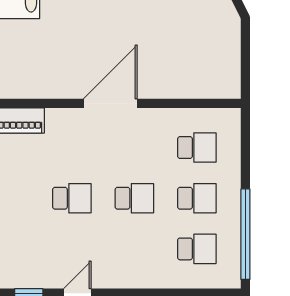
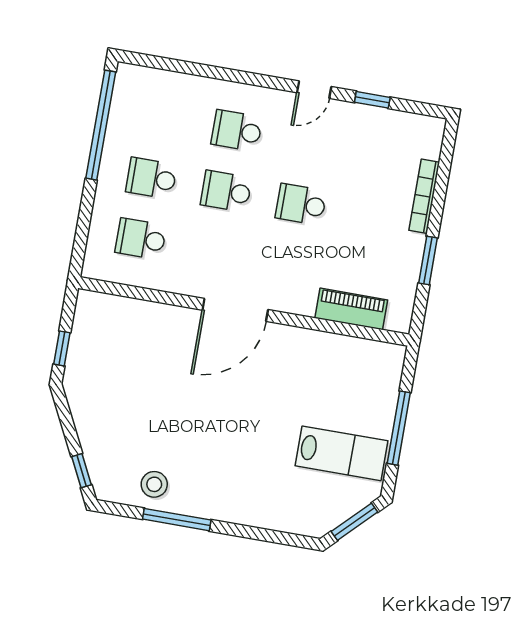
window: (245, 47) -> (62, 348), added
school desk: (197, 249) -> (237, 131), moved

